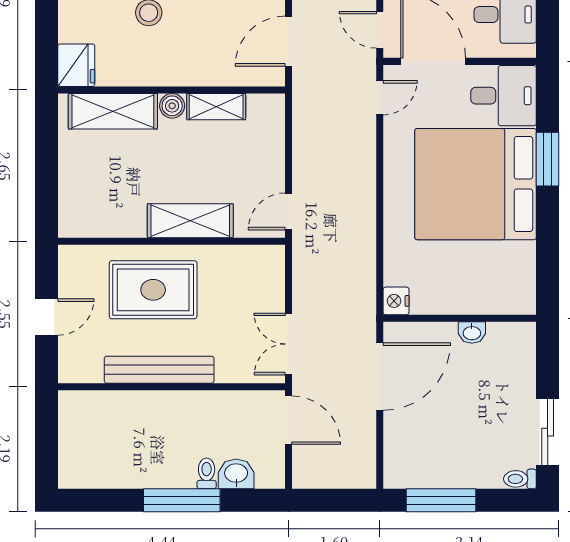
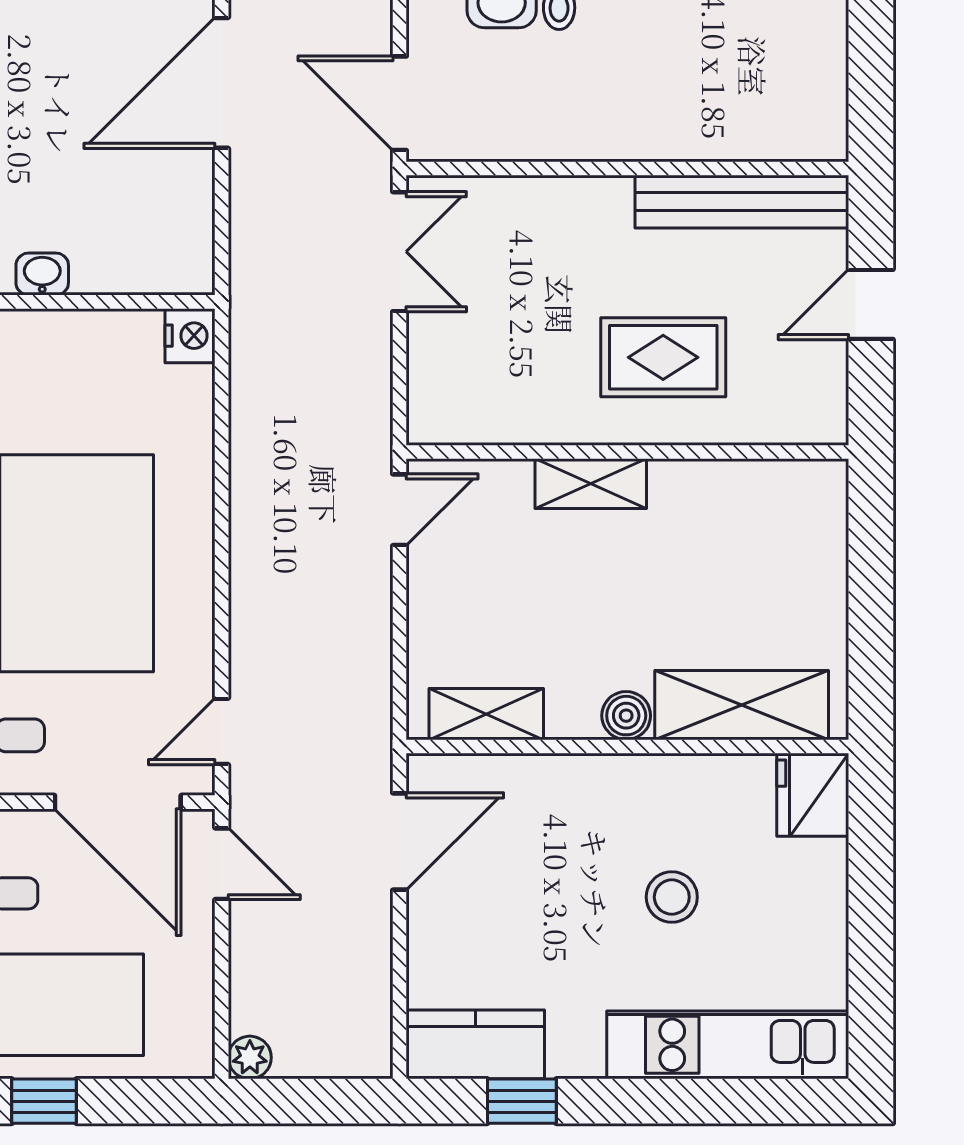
shelving: (216, 107) -> (486, 714), moved
shelving: (190, 221) -> (591, 484), width x0.67, depth x0.75
rug: (153, 290) -> (663, 357), width x0.73, depth x0.70
bench: (159, 370) -> (742, 202), moved
door: (380, 376) -> (222, 83), moved

